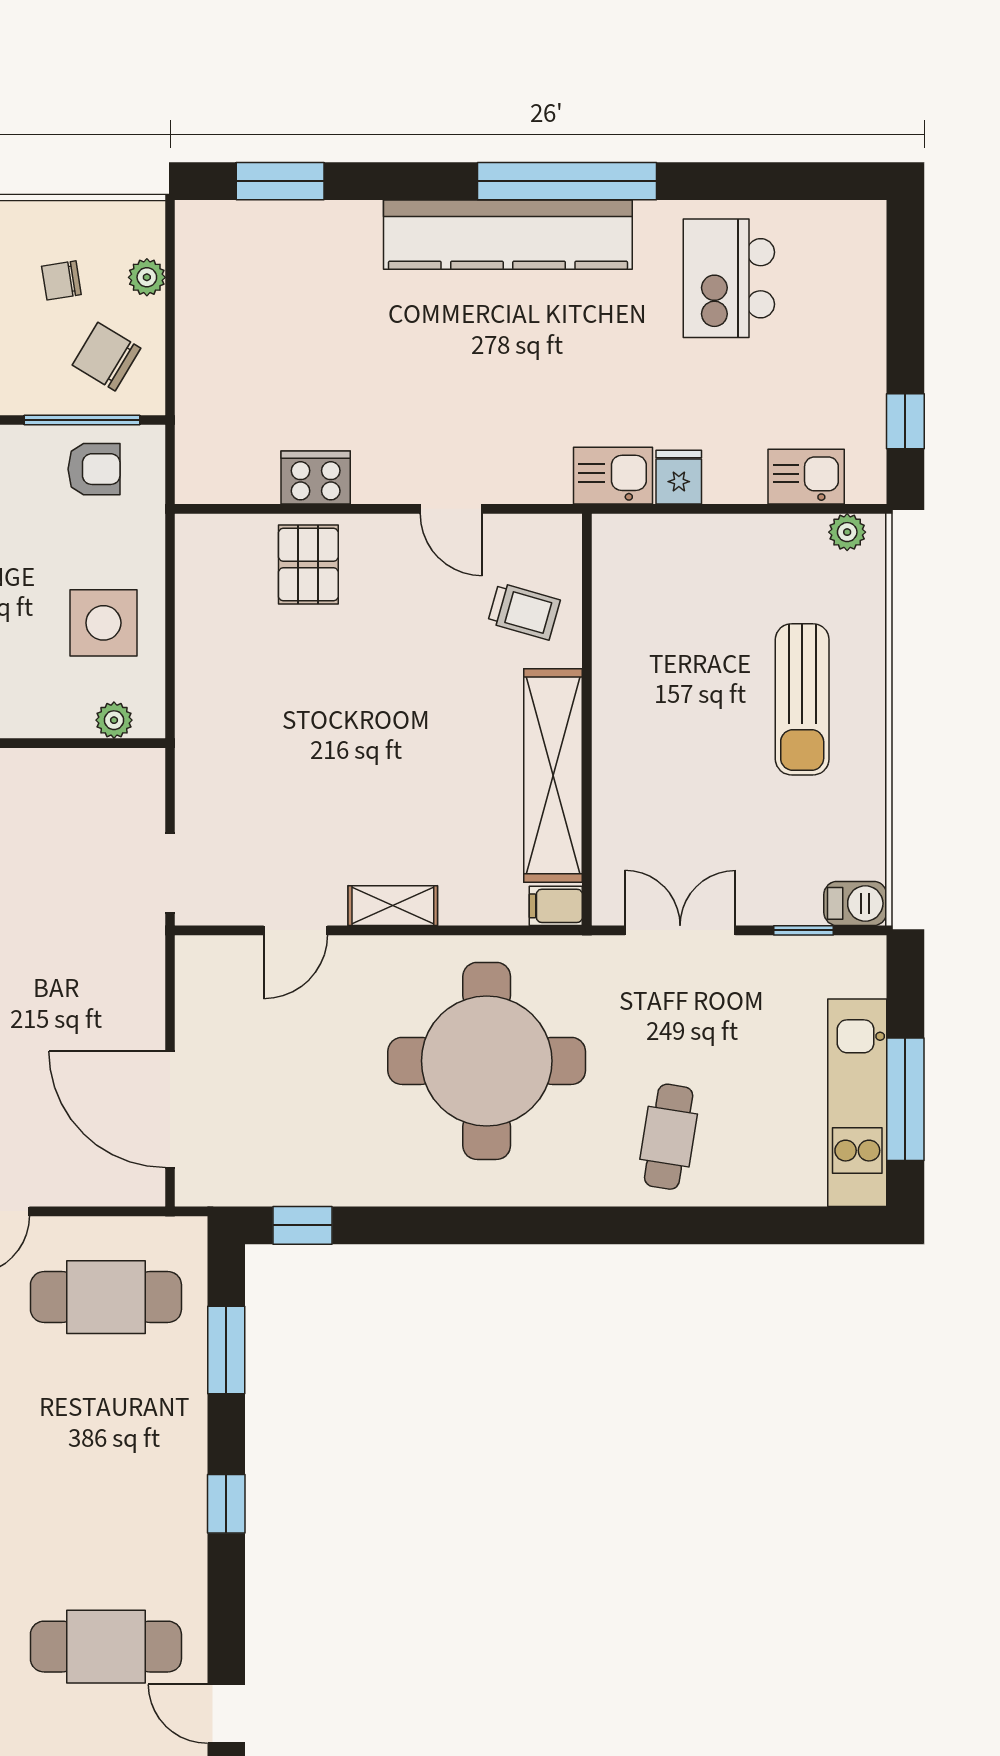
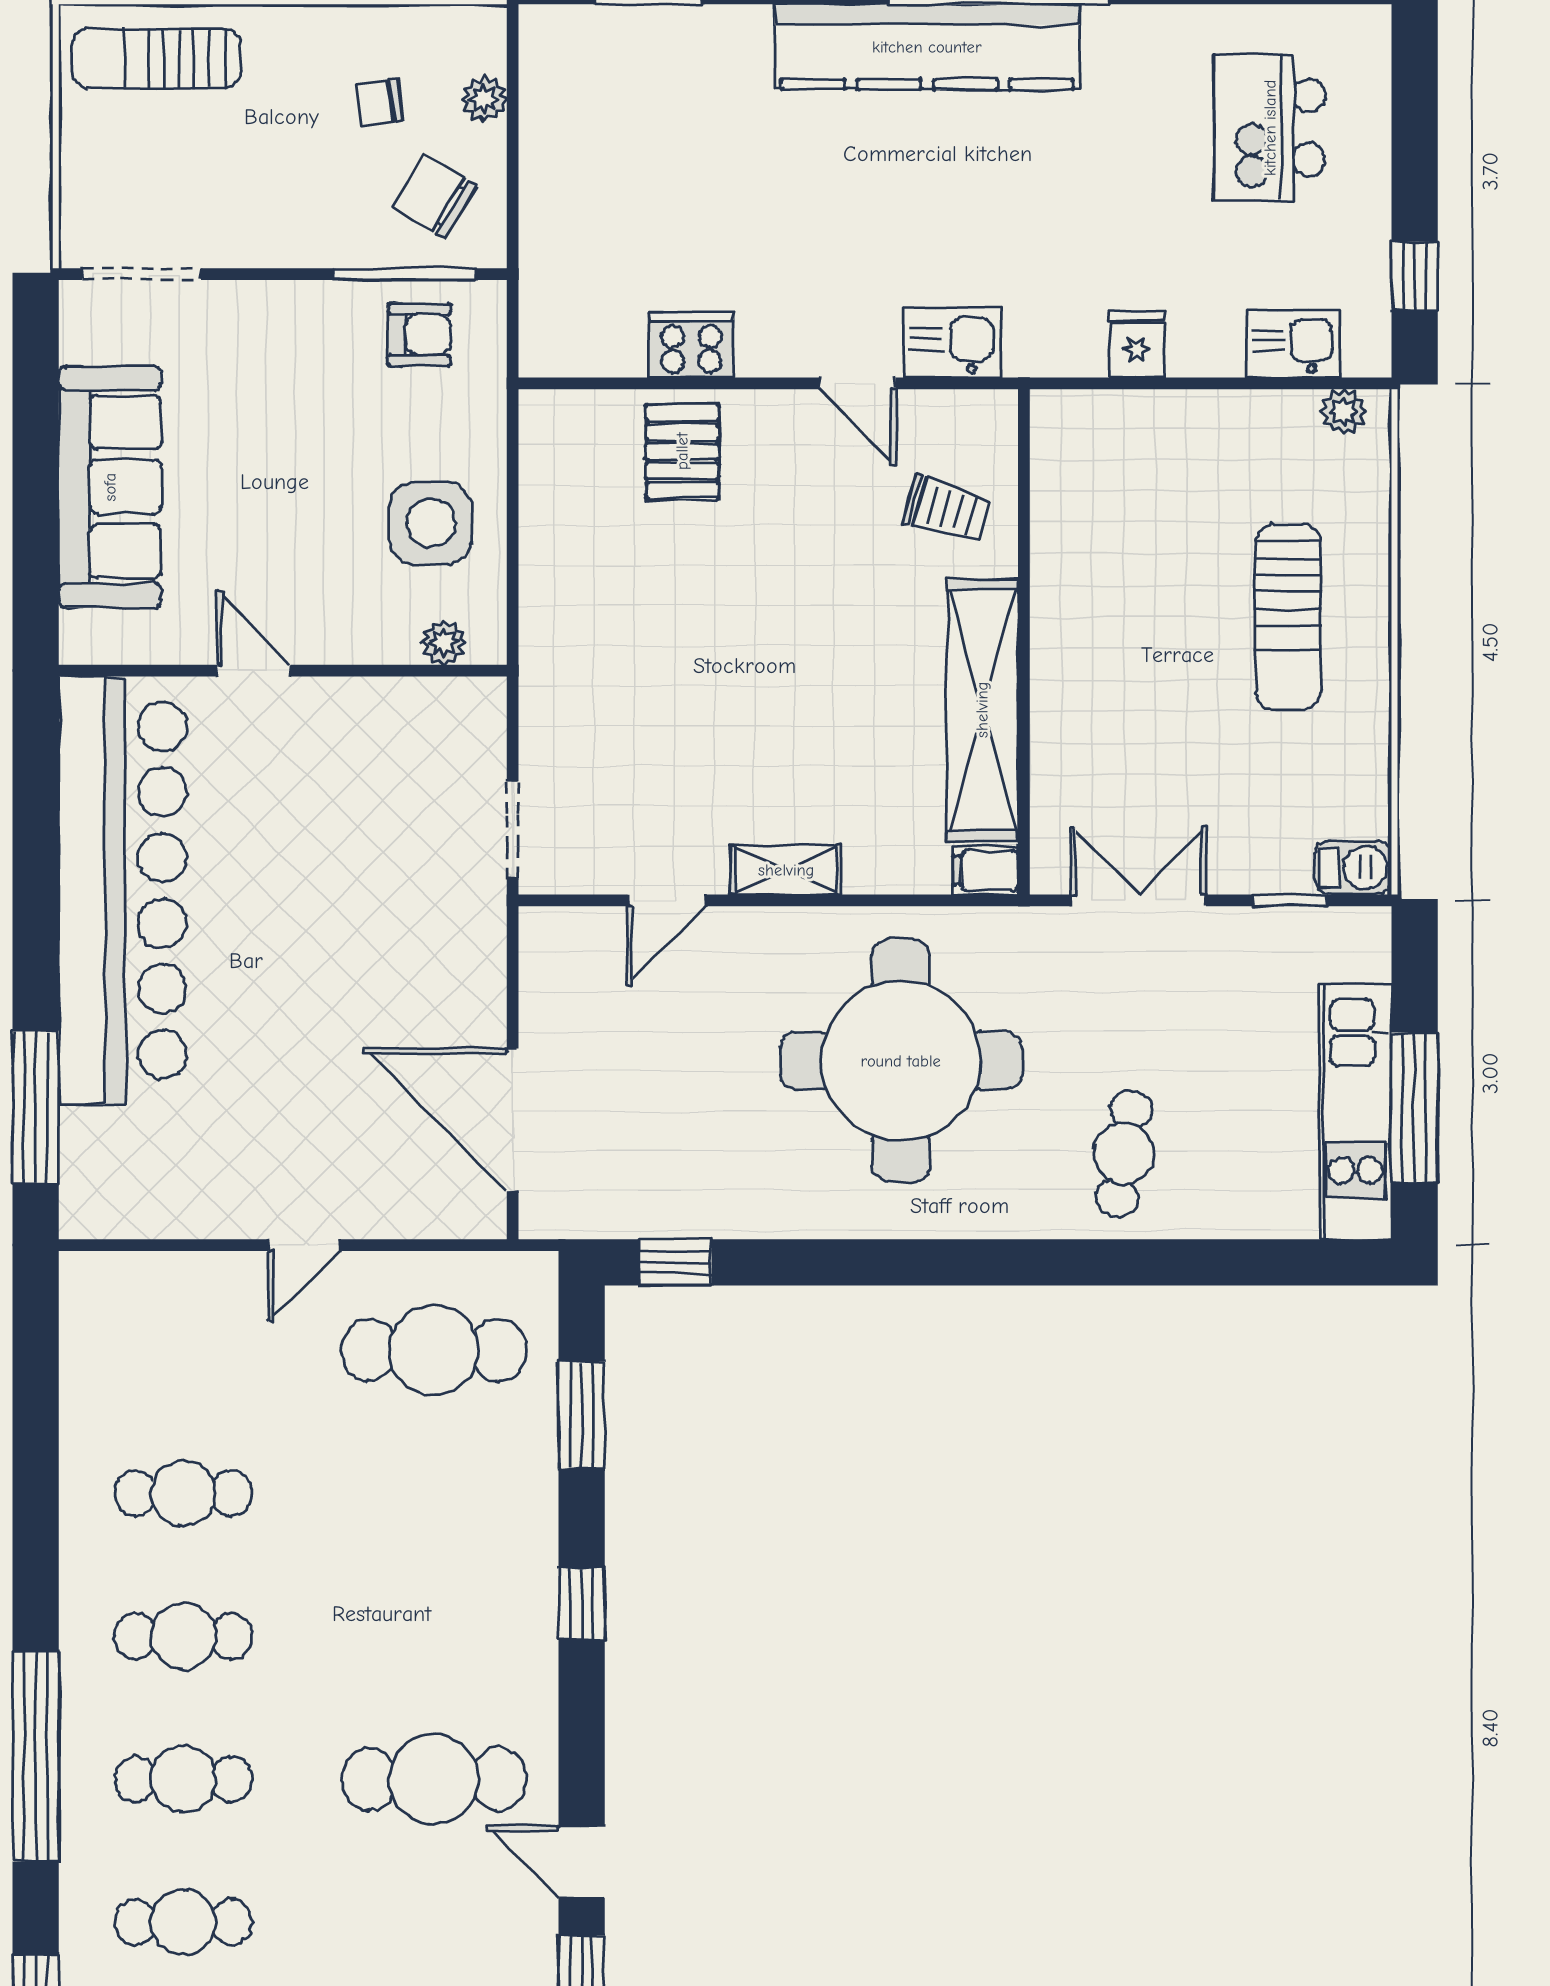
kitchen island: (729, 278) -> (1270, 128), moved
kitchen sink: (613, 476) -> (952, 343), moved

